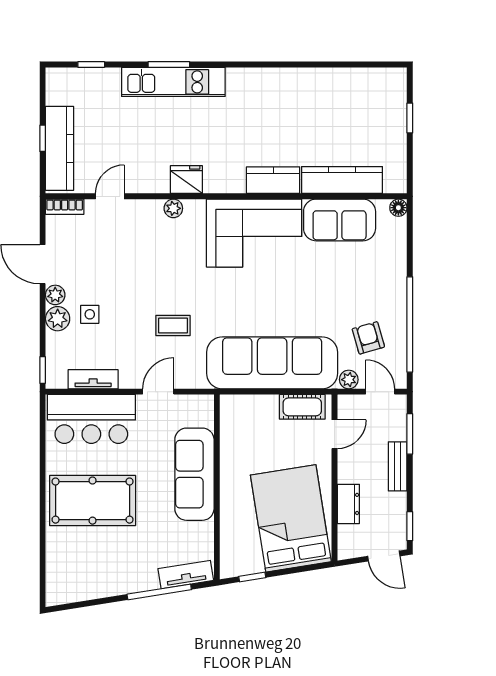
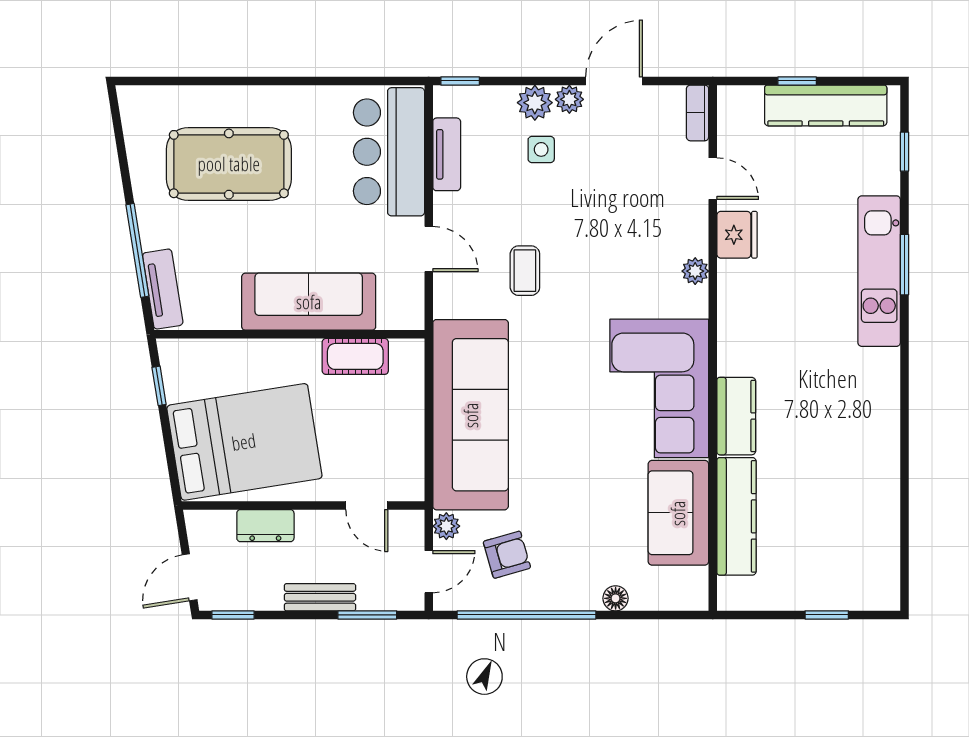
kitchen counter: (59, 148) -> (826, 105), moved
fridge: (186, 180) -> (737, 235), moved
floor lamp: (398, 208) -> (616, 598), moved
cot: (302, 407) -> (355, 356), moved, turned 90
pool table: (93, 501) -> (229, 164), moved, turned 90

